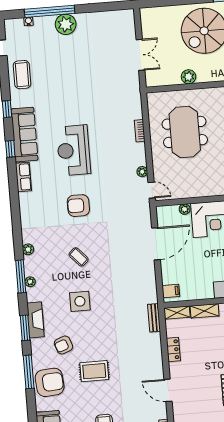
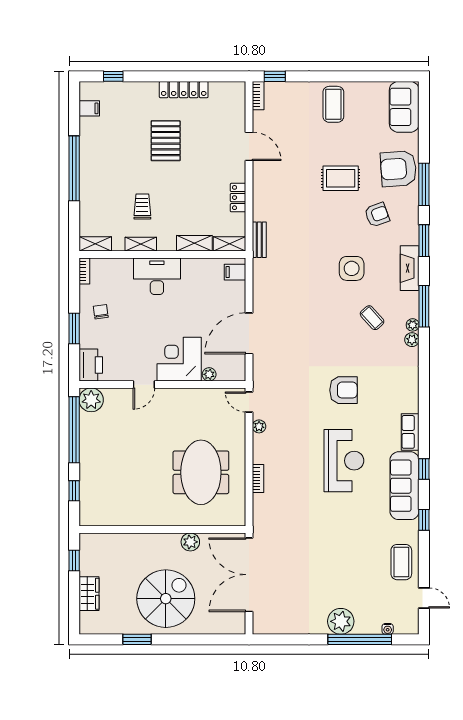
double door: (140, 55) -> (249, 575), width x1.87
coffee table: (79, 257) -> (372, 318), moved
plant: (30, 282) -> (413, 325), moved
fireplace: (36, 320) -> (410, 268), moved

